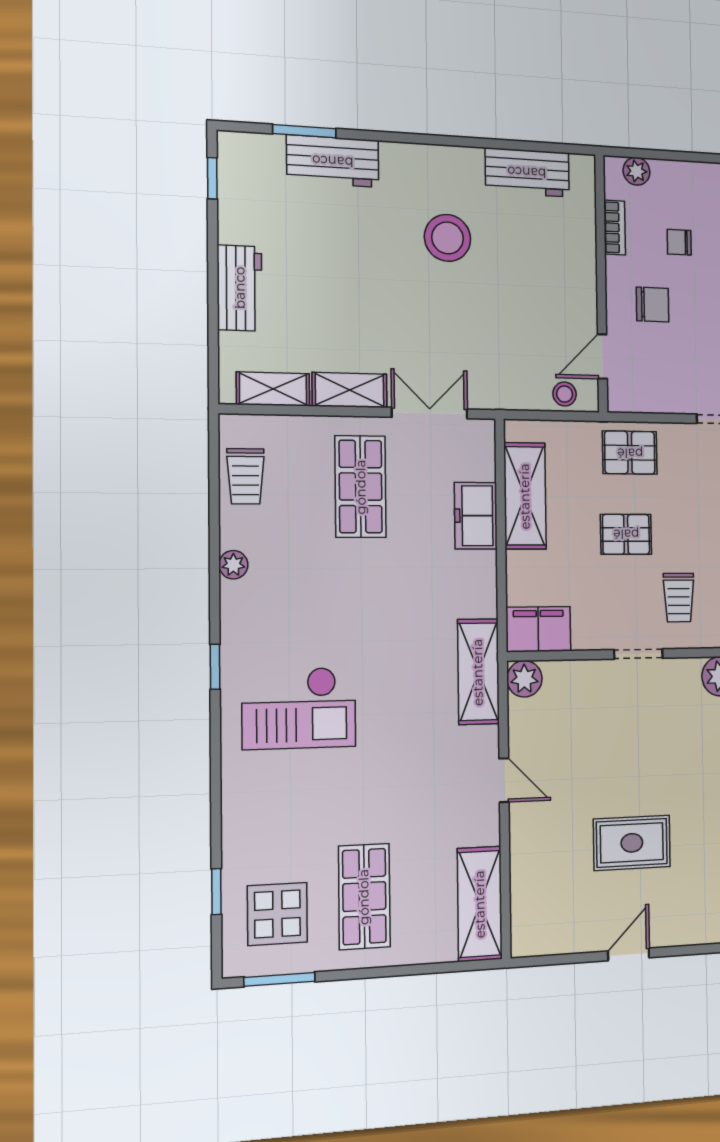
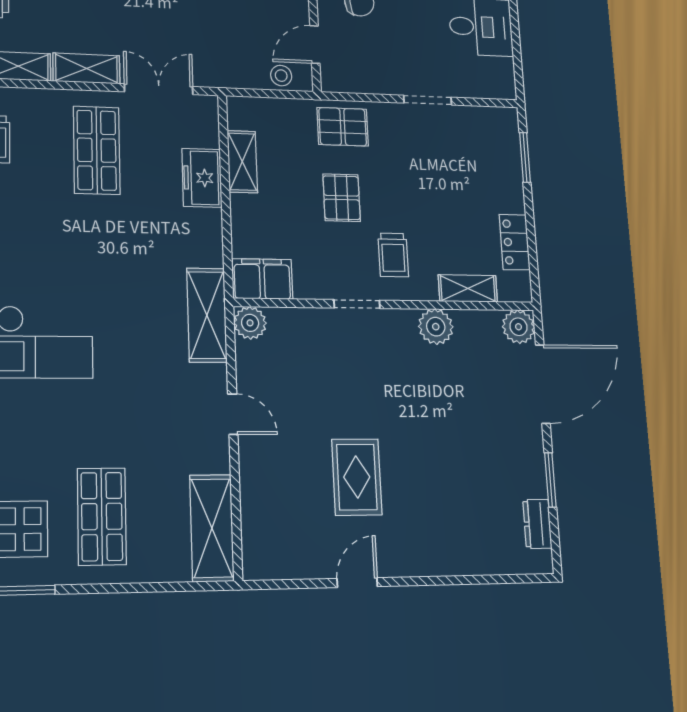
shelving: (525, 496) -> (242, 162), width x0.67, depth x0.75
pallet: (626, 534) -> (342, 198), turned 90
rug: (632, 843) -> (357, 477), turned 90

